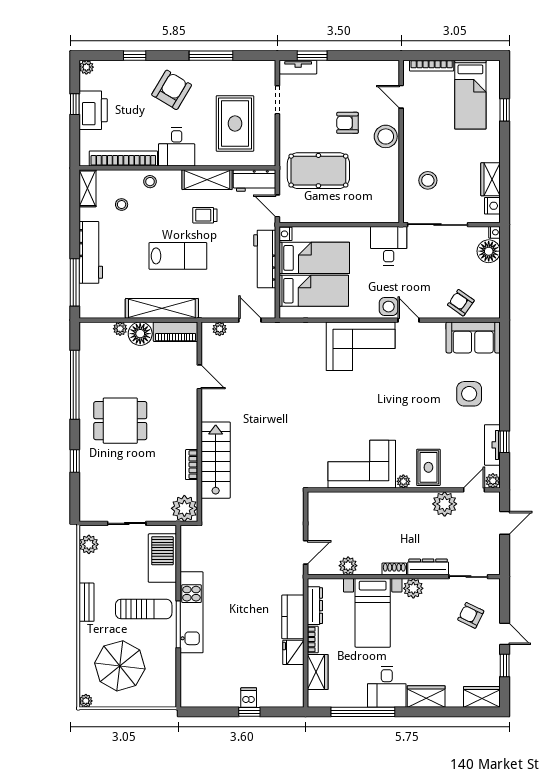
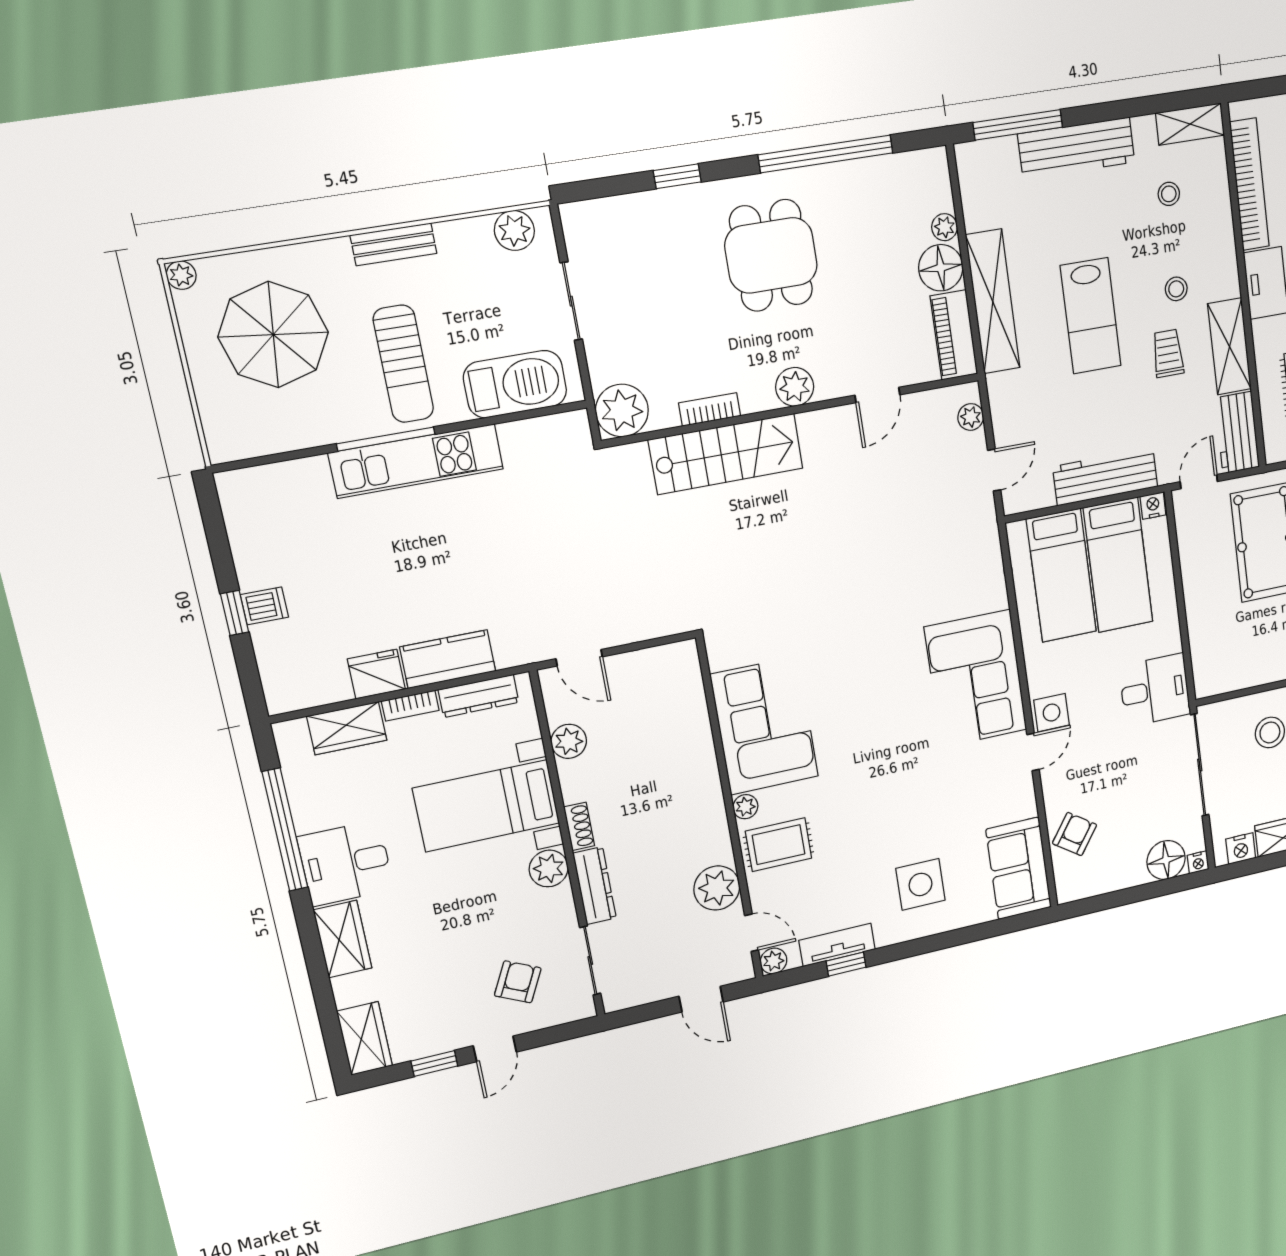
stool: (150, 182) -> (1176, 289), moved
plant: (188, 419) -> (795, 387), added

